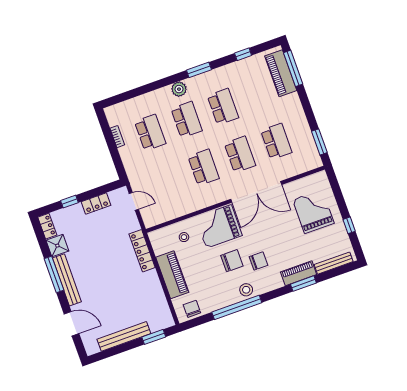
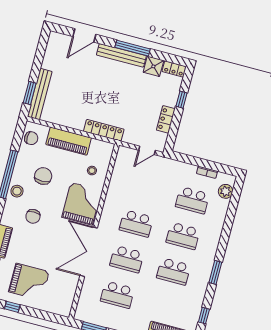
plant: (179, 89) -> (226, 191), moved
grand piano: (313, 212) -> (29, 282), moved
chair: (232, 261) -> (43, 176), moved, turned 180
bench: (124, 336) -> (40, 94), moved

